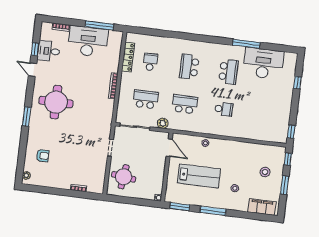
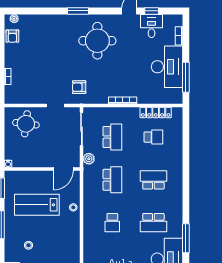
armchair: (96, 124) -> (79, 87), added
armchair: (43, 156) -> (12, 36), moved
lab bench: (199, 176) -> (37, 205), turned 90

